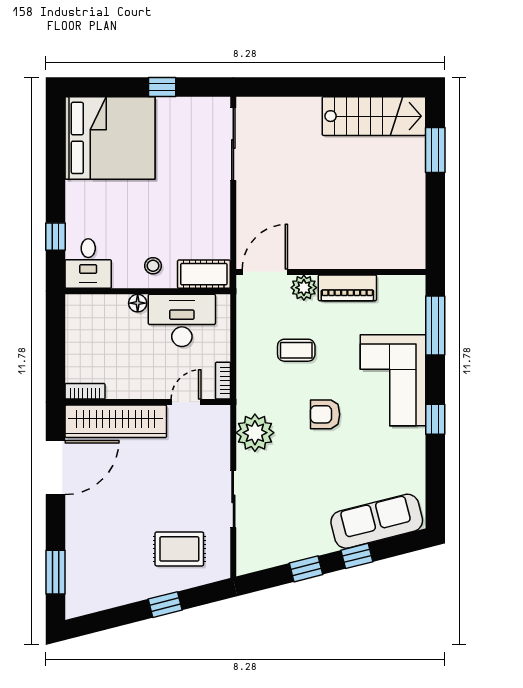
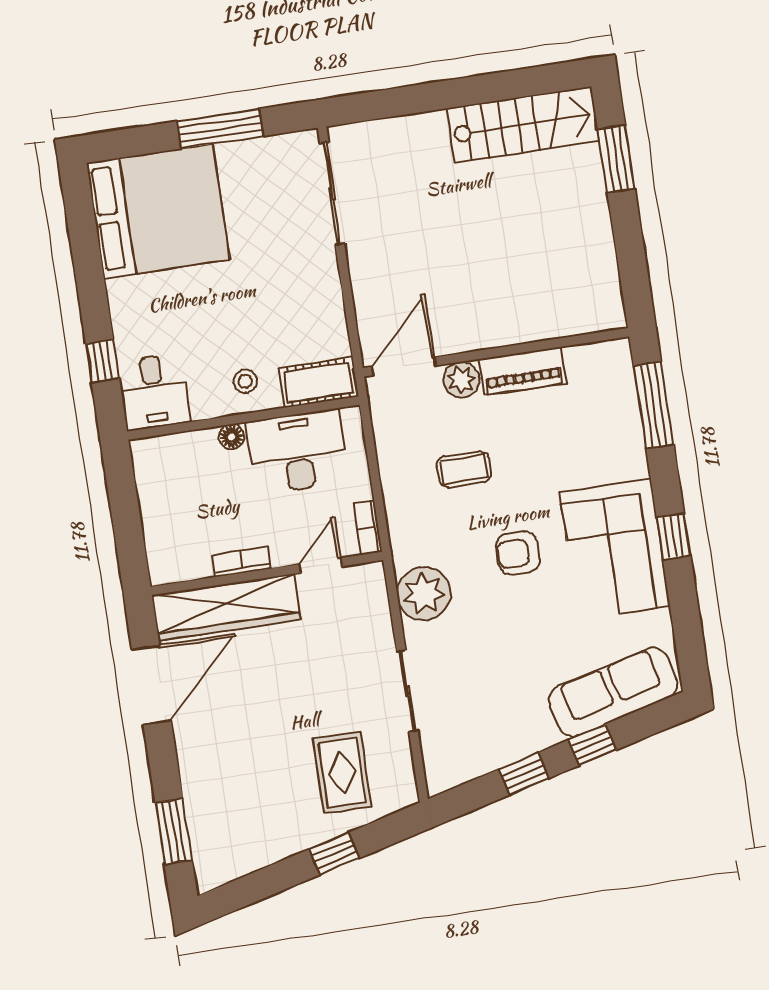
window: (162, 87) -> (220, 129), width x2.17
corner sofa: (393, 380) -> (615, 549), moved
bookcase: (85, 391) -> (242, 562), moved
rug: (179, 549) -> (342, 773), turned 90

